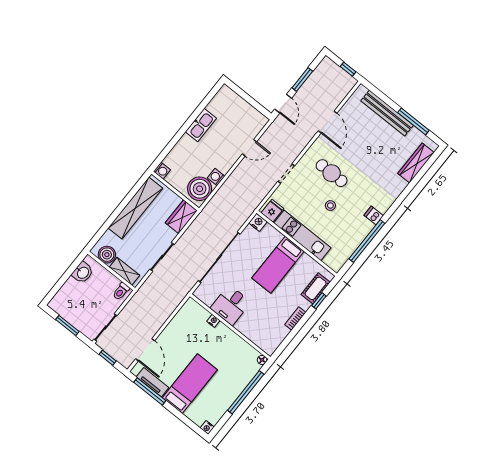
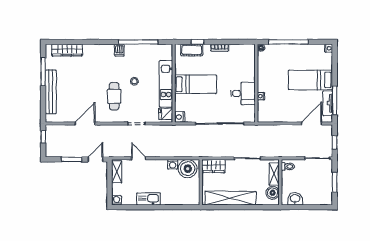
shelving: (254, 115) -> (117, 172), added
washing machine: (162, 171) -> (116, 200), moved

